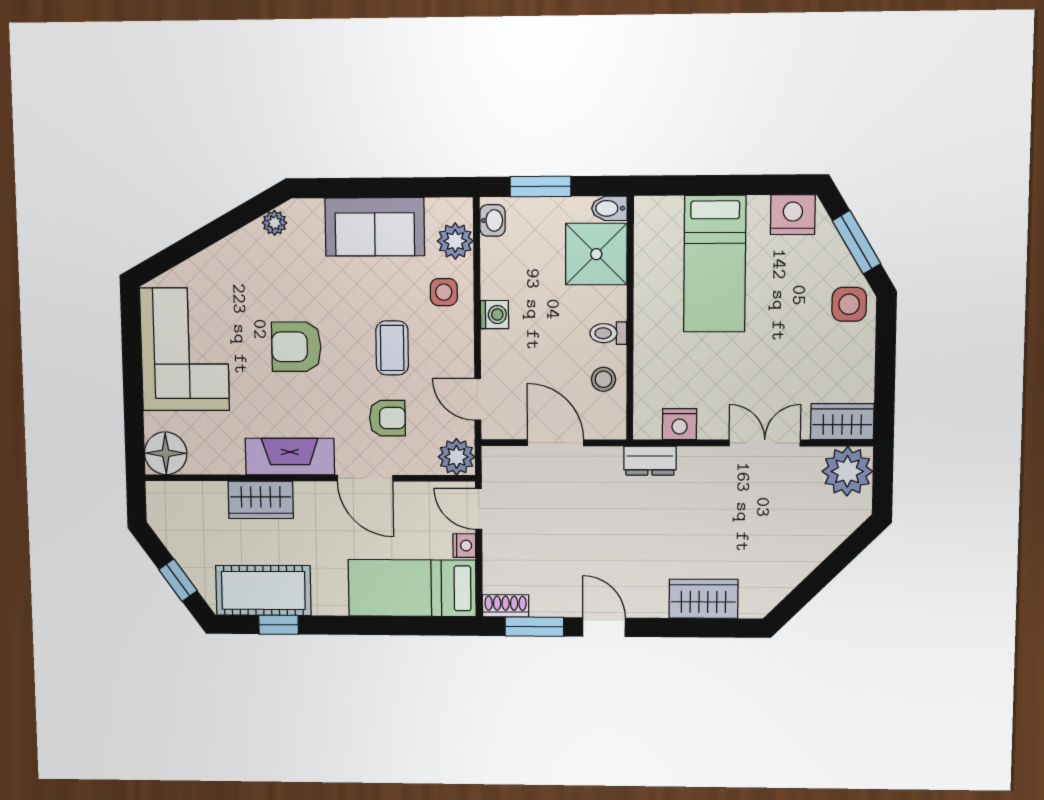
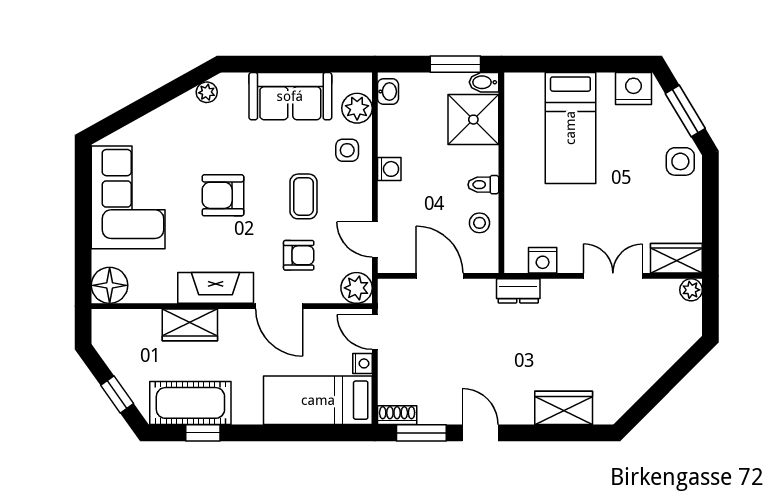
window: (540, 186) -> (455, 64), moved
plant: (847, 471) -> (691, 290), width x0.53, depth x0.53

